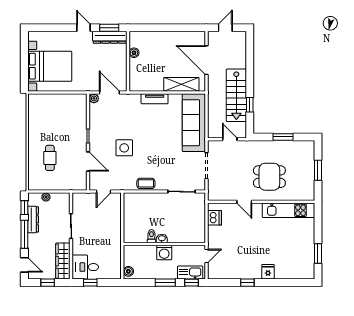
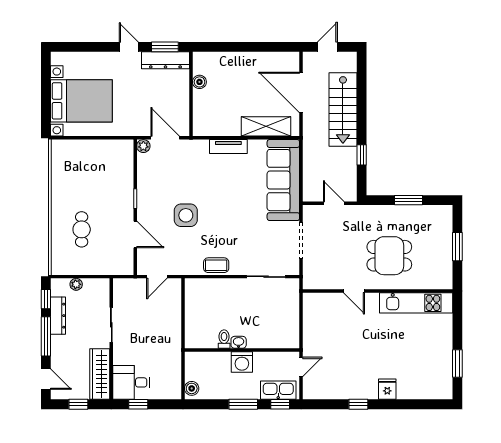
stairs: (236, 95) -> (343, 109), moved
dishwasher: (215, 218) -> (312, 313), removed

